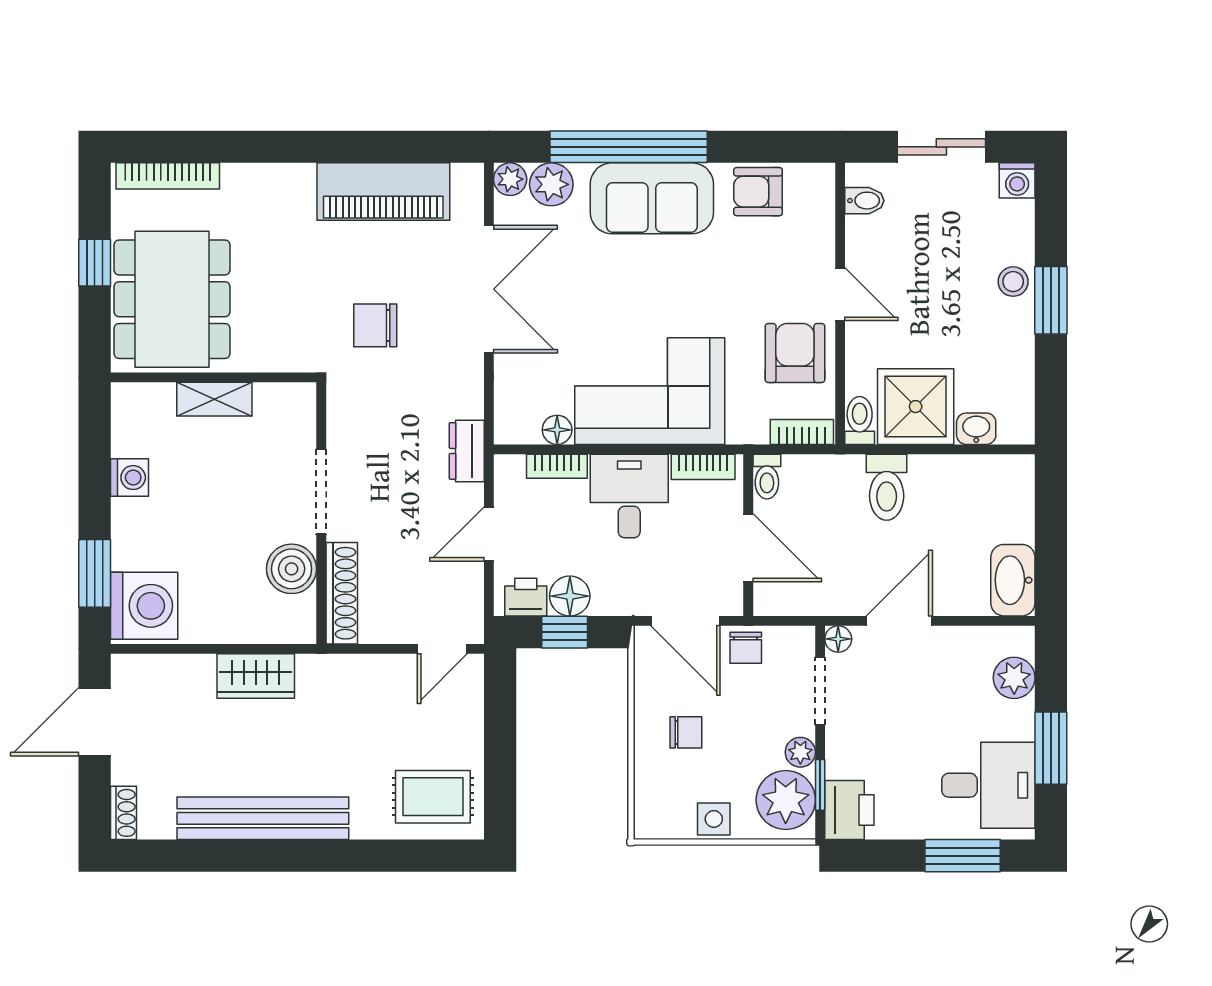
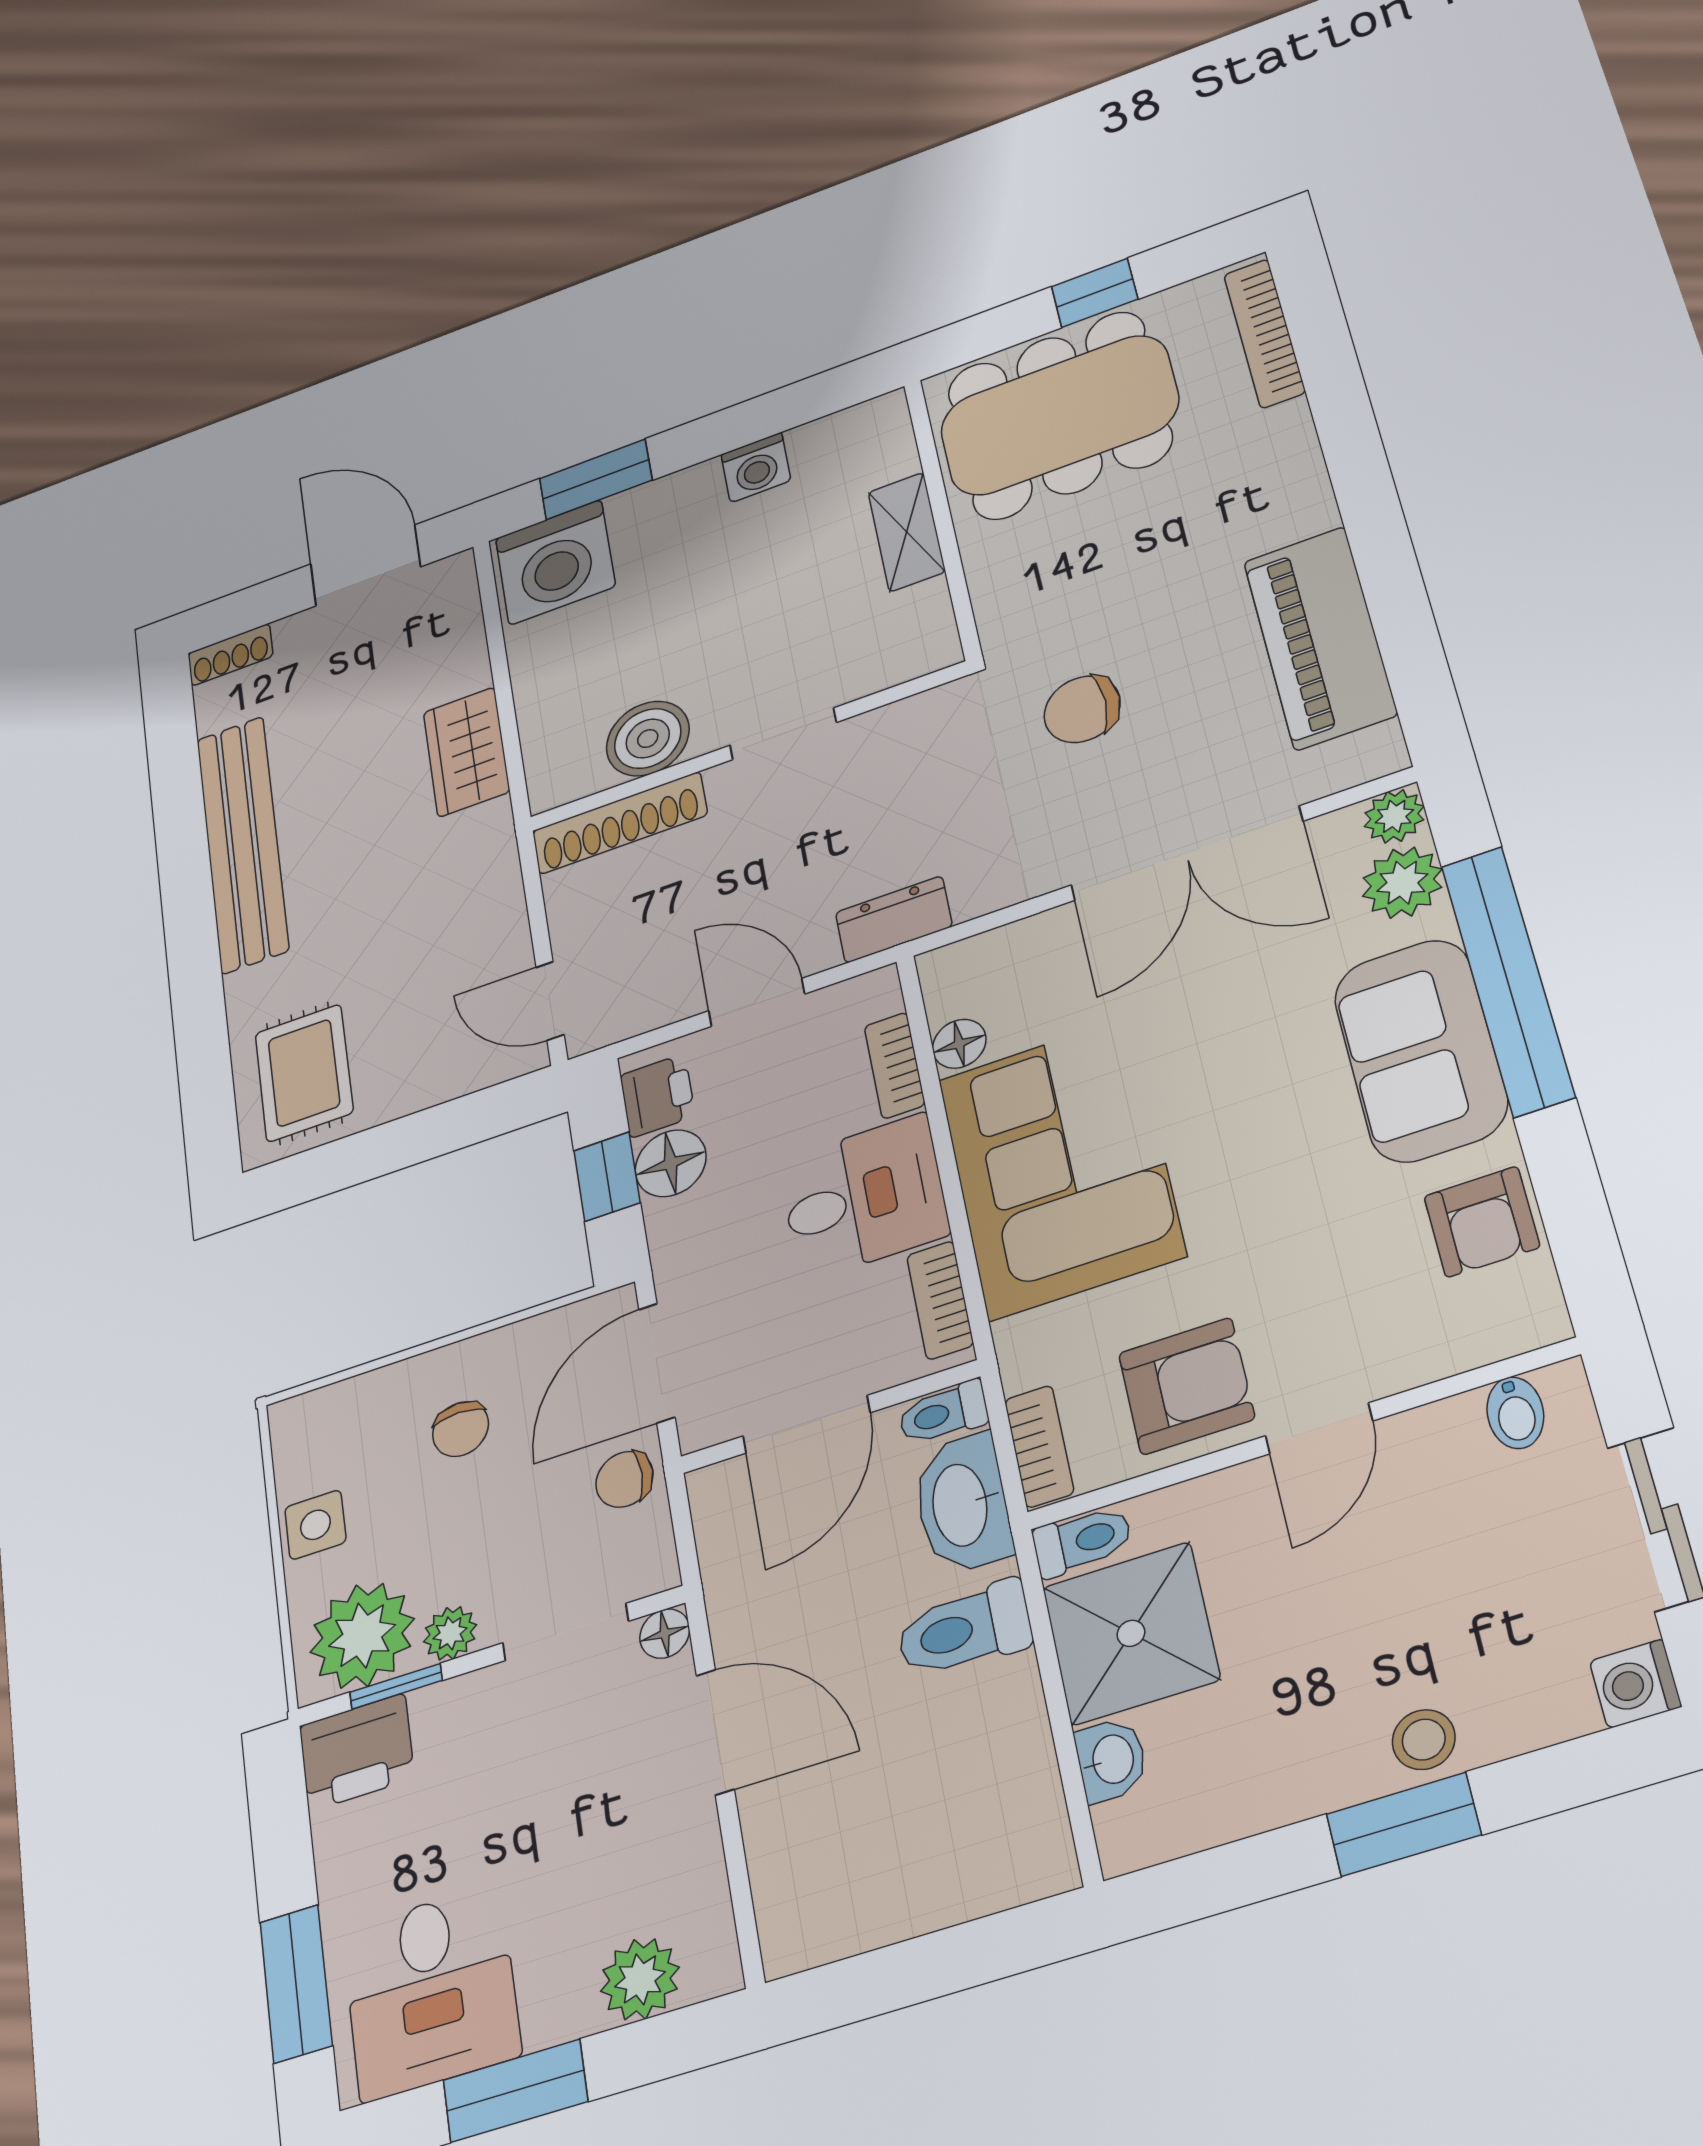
armchair: (758, 192) -> (1482, 1222), turned 180
chair: (375, 325) -> (1082, 709), turned -90
doorway: (321, 492) -> (783, 734), width x0.73
washbasin: (1013, 580) -> (962, 1504), moved, turned -90

